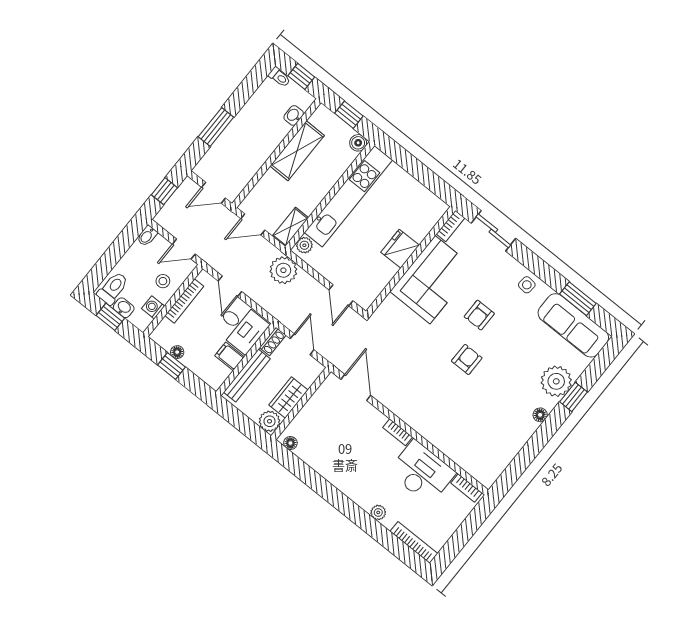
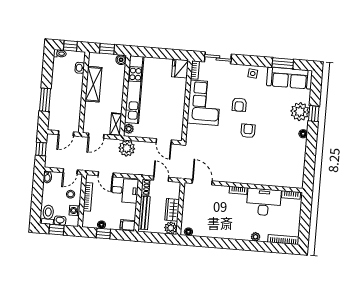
fridge: (400, 249) -> (180, 69), moved
filing cabinet: (230, 356) -> (128, 225), moved

